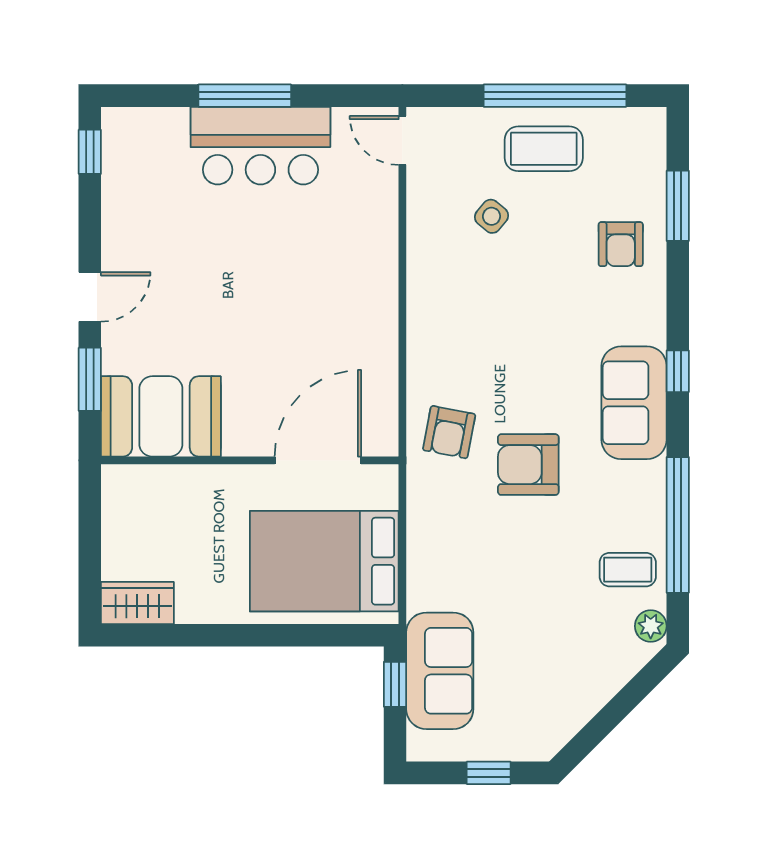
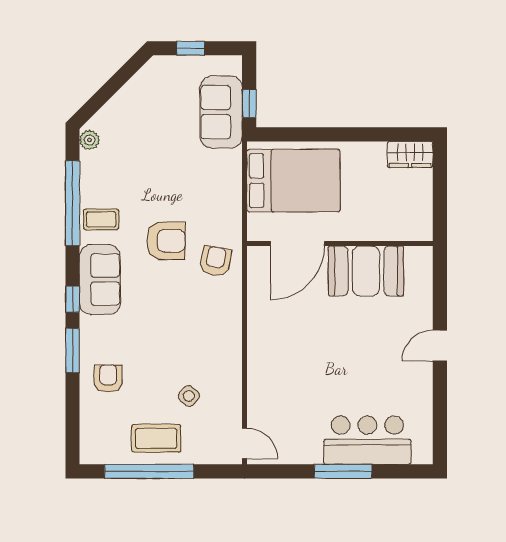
bar counter: (260, 146) -> (367, 440), moved
window: (90, 152) -> (440, 436), removed
window: (678, 206) -> (73, 350), moved
window: (90, 379) -> (440, 294), removed
booth: (161, 416) -> (366, 271), moved
coffee table: (628, 570) -> (101, 219), moved

